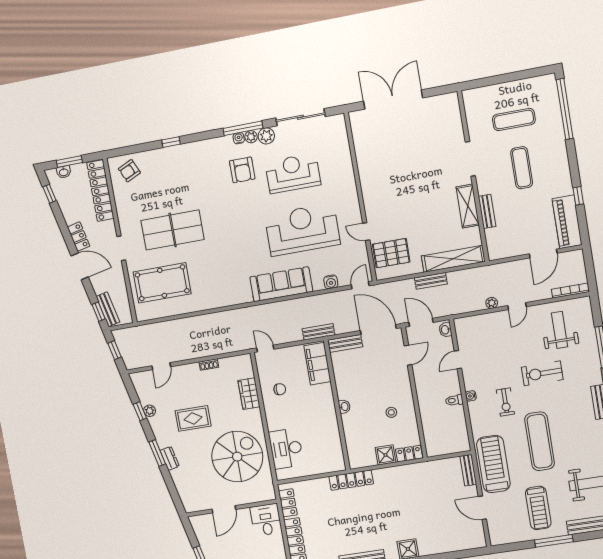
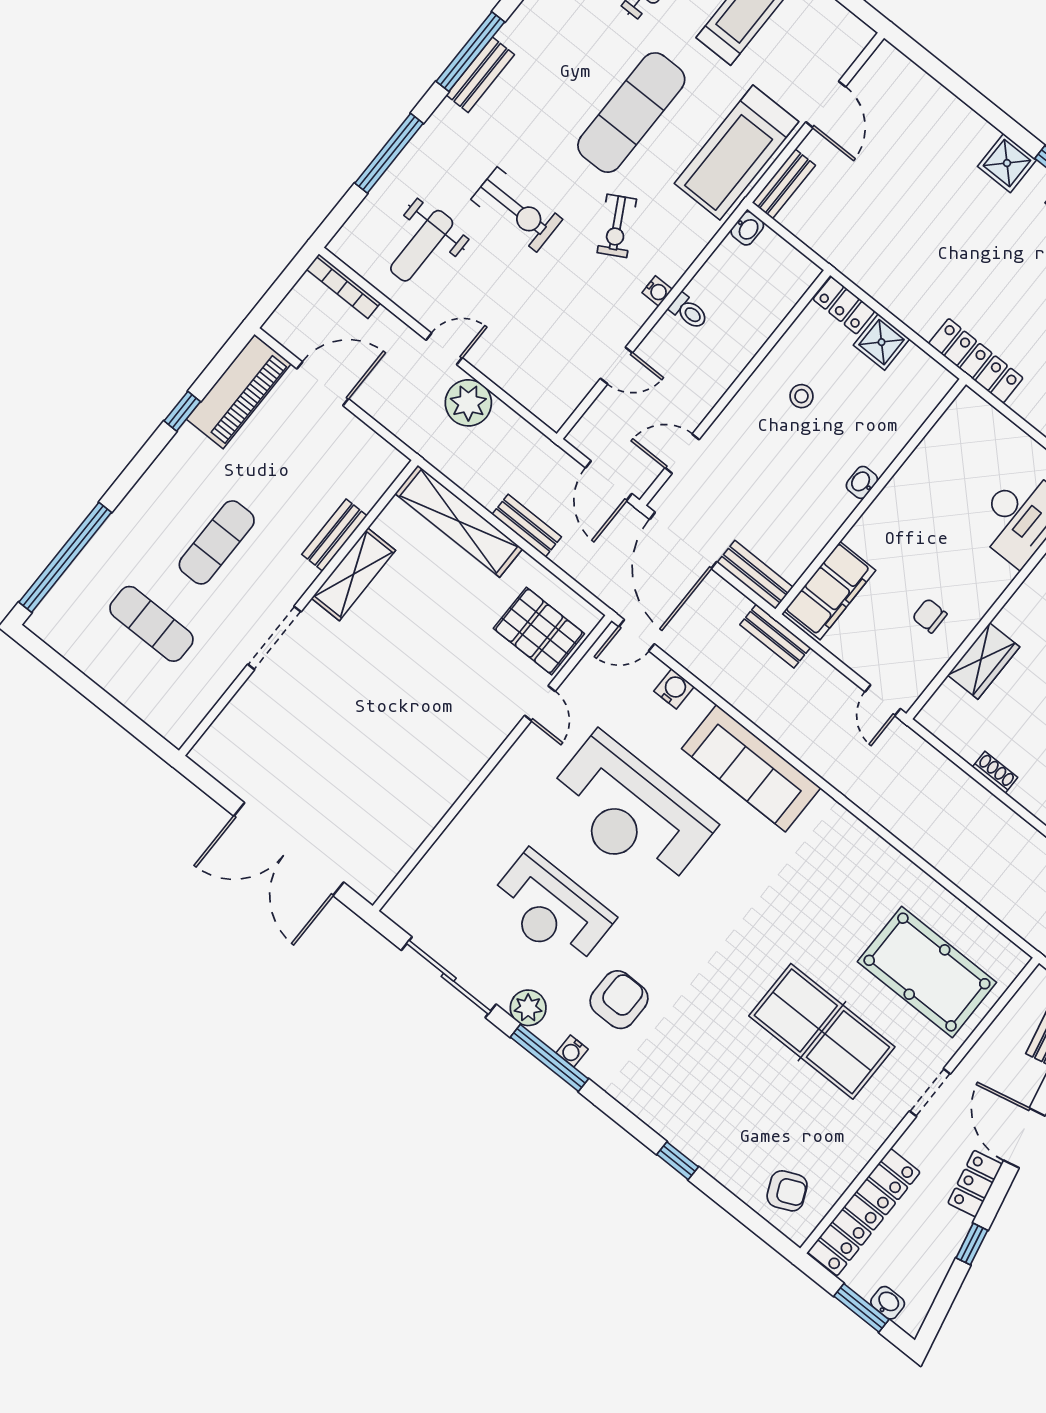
plant: (251, 137) -> (552, 1032), removed
window: (49, 194) -> (972, 1244), moved
plant: (492, 303) -> (468, 403), width x1.88, depth x1.88
washbasin: (445, 330) -> (747, 228), moved
exercise bike: (505, 402) -> (617, 226), turned 151

